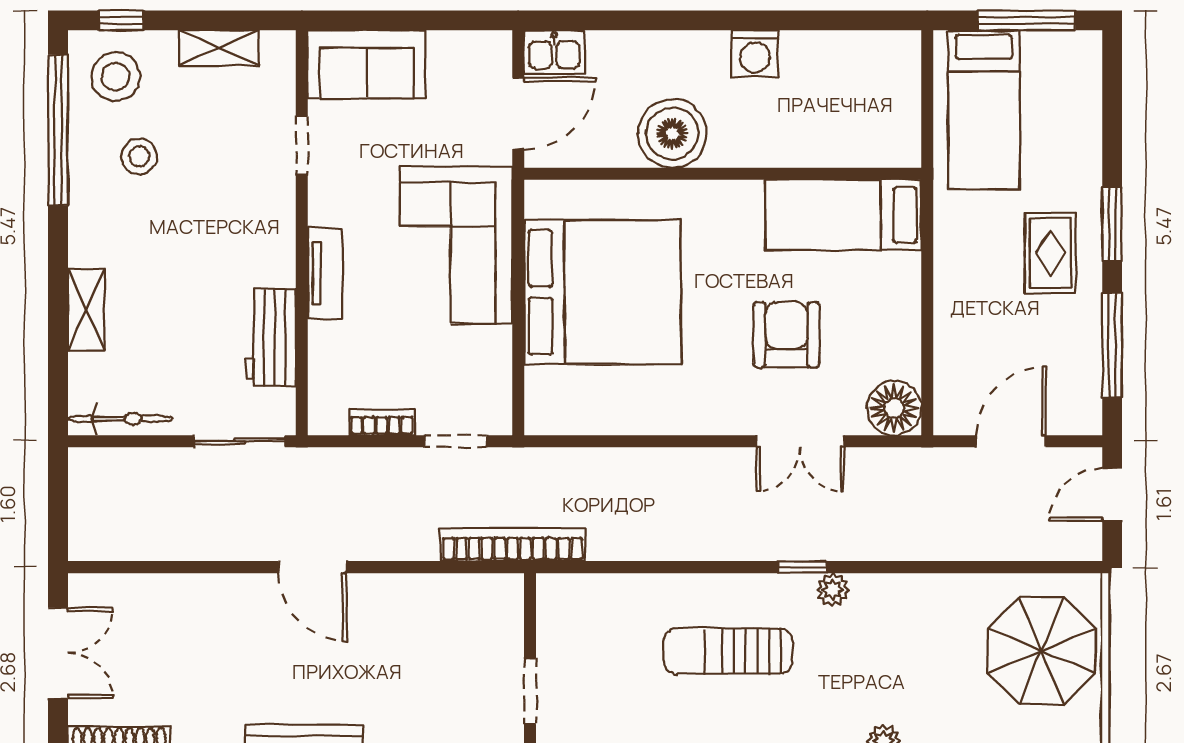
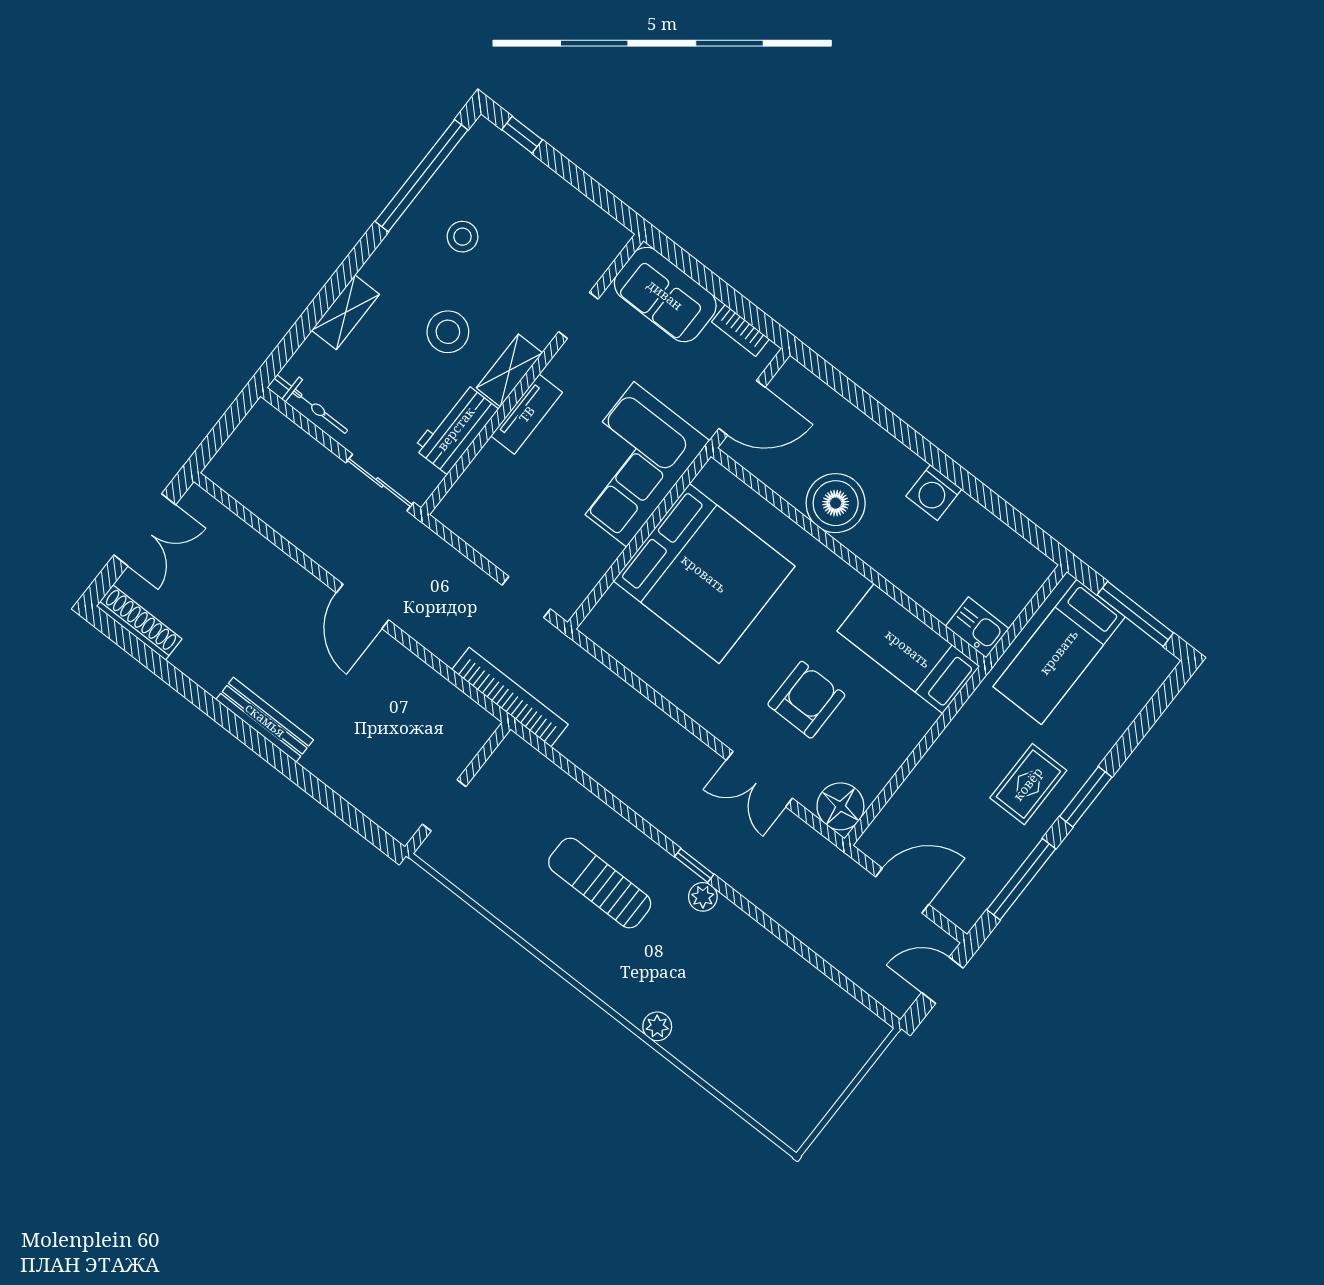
shelving: (219, 48) -> (509, 370), moved, turned 90
kitchen sink: (554, 52) -> (977, 627), moved, turned 180
stool: (116, 76) -> (448, 332), moved
bookcase: (382, 422) -> (741, 330), moved, turned 180
parasol: (1042, 651) -> (812, 1049), removed

